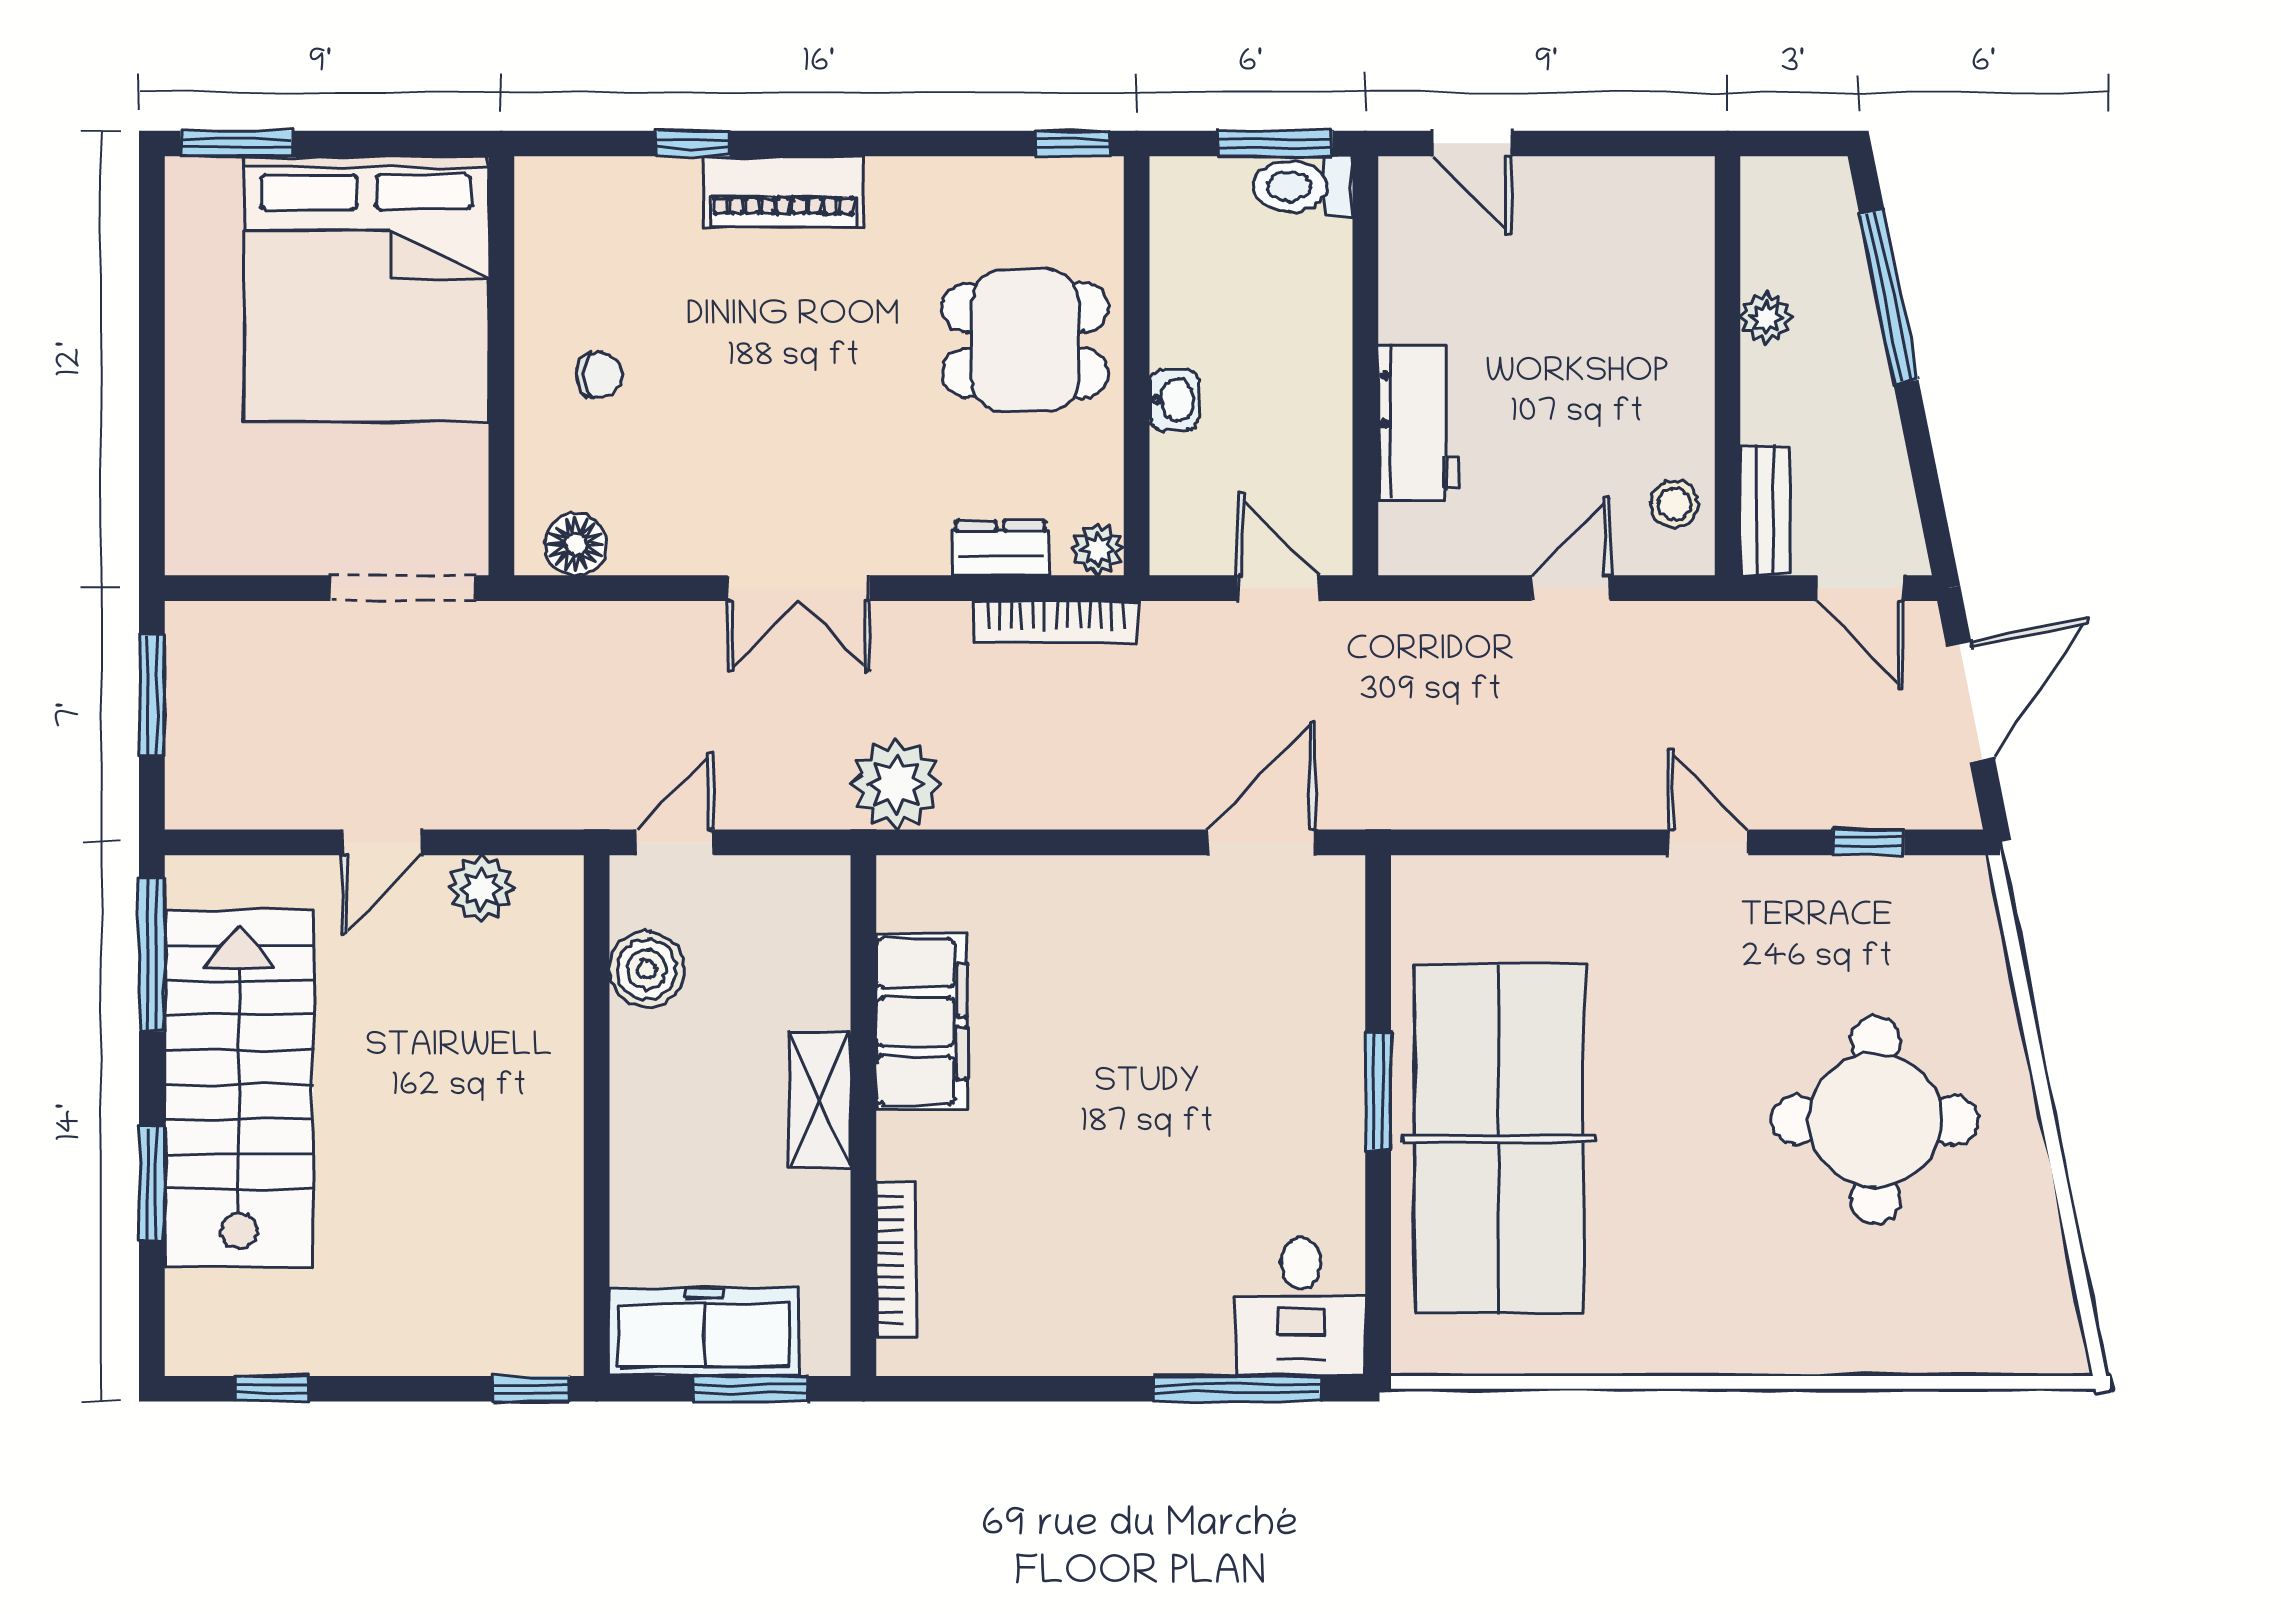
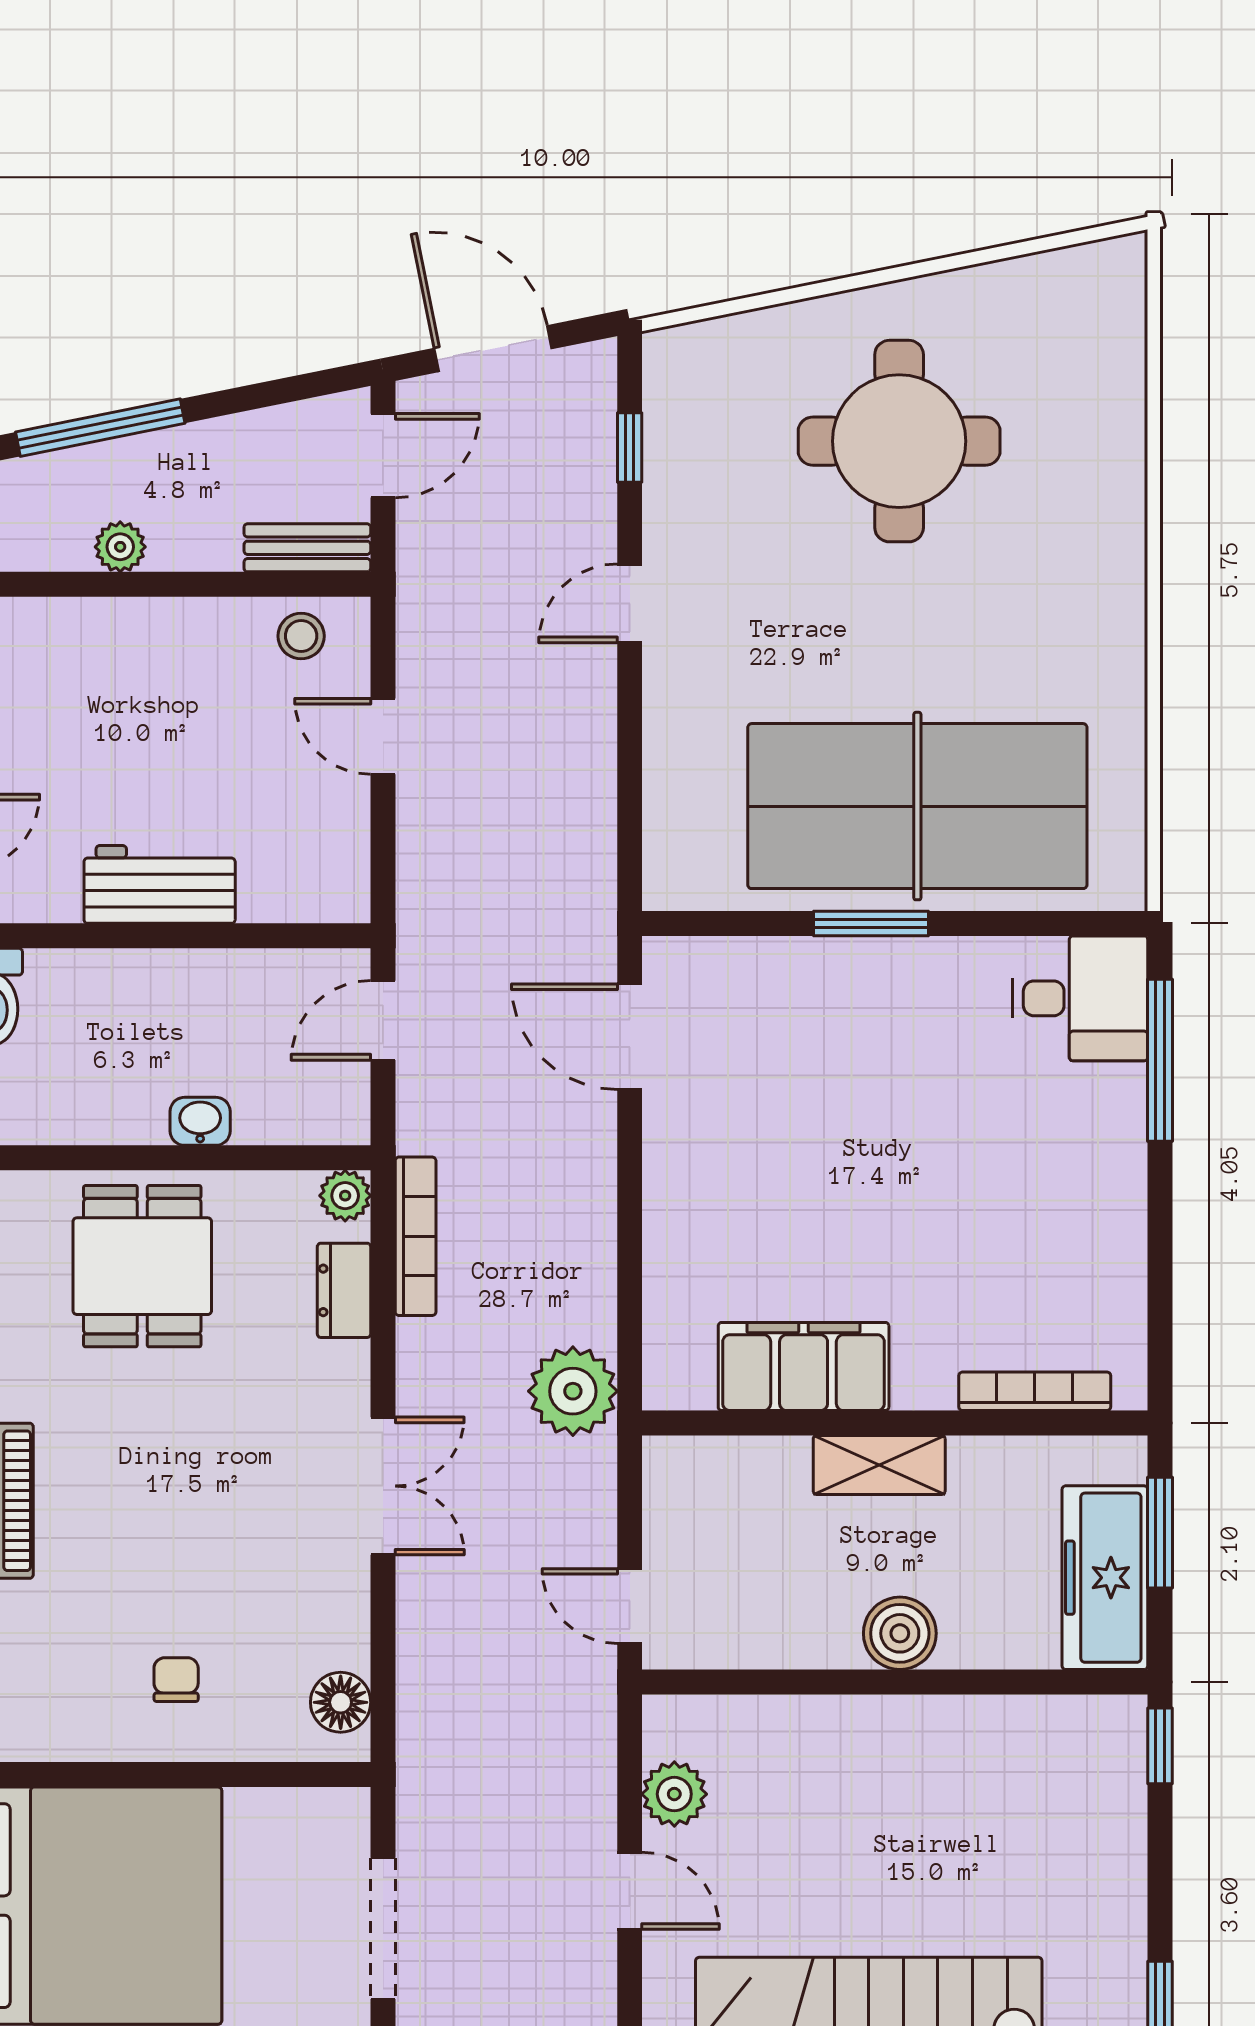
workbench: (1418, 423) -> (160, 884), moved
doorway: (403, 588) -> (383, 1928), moved
boiler: (647, 969) -> (900, 1633), moved

